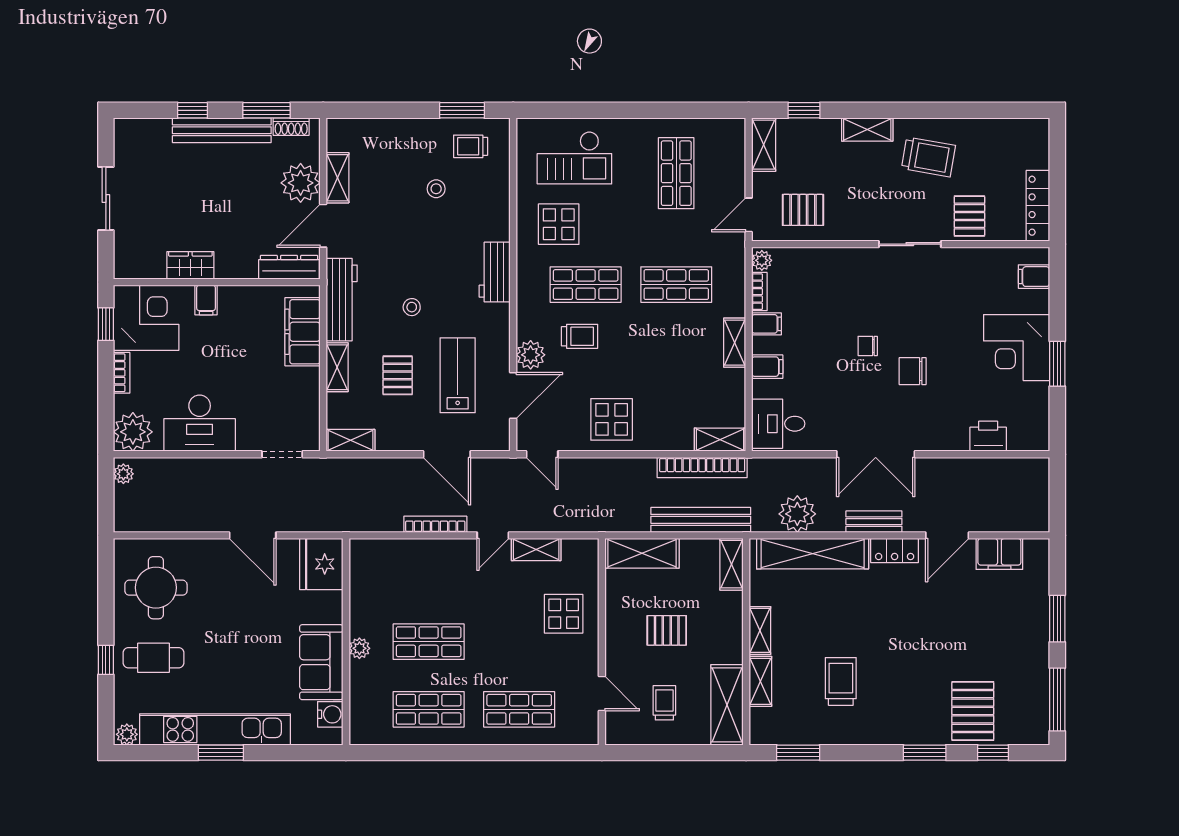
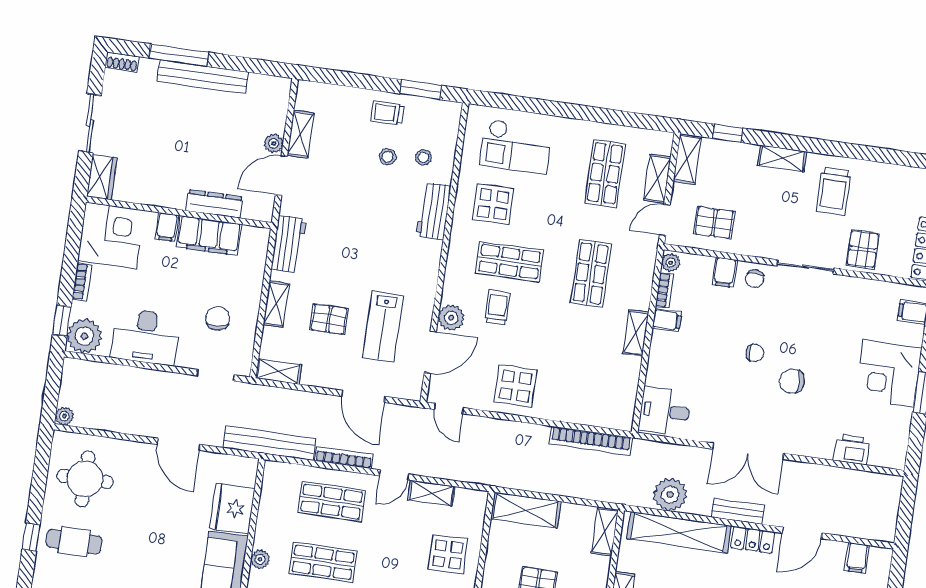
window: (192, 110) -> (179, 55), width x2.17
window: (266, 110) -> (245, 65), removed
shoe rack: (291, 127) -> (122, 62), moved
trolley: (471, 146) -> (387, 113), moved
trolley: (928, 157) -> (834, 191), turned 80
plant: (301, 183) -> (274, 143), width x0.53, depth x0.53
wardrobe: (190, 265) -> (102, 177), moved, turned 90
chair: (856, 265) -> (755, 279), added
dresser: (289, 267) -> (214, 204), moved
workbench: (495, 272) -> (433, 211), moved
shop shelf: (676, 285) -> (591, 273), turned 90
workbench: (342, 300) -> (289, 244), width x0.73
stool: (412, 307) -> (423, 157), moved
window: (106, 324) -> (62, 320), moved
filing cabinet: (303, 332) -> (209, 236), moved, turned -90
trolley: (580, 336) -> (497, 307), turned -90
chair: (868, 346) -> (755, 353), turned 180
filing cabinet: (767, 367) -> (725, 272), moved, turned 90
pallet: (398, 375) -> (329, 319), turned 90
lab bench: (458, 375) -> (383, 327), turned 180
chair: (276, 392) -> (218, 319), added
shelving: (720, 440) -> (657, 179), moved, turned 90
plant: (123, 474) -> (64, 416), moved
bench: (701, 520) -> (270, 443), moved
filing cabinet: (999, 554) -> (857, 558), width x0.50
fridge: (321, 564) -> (232, 508), moved
shop shelf: (429, 574) -> (332, 502), added

